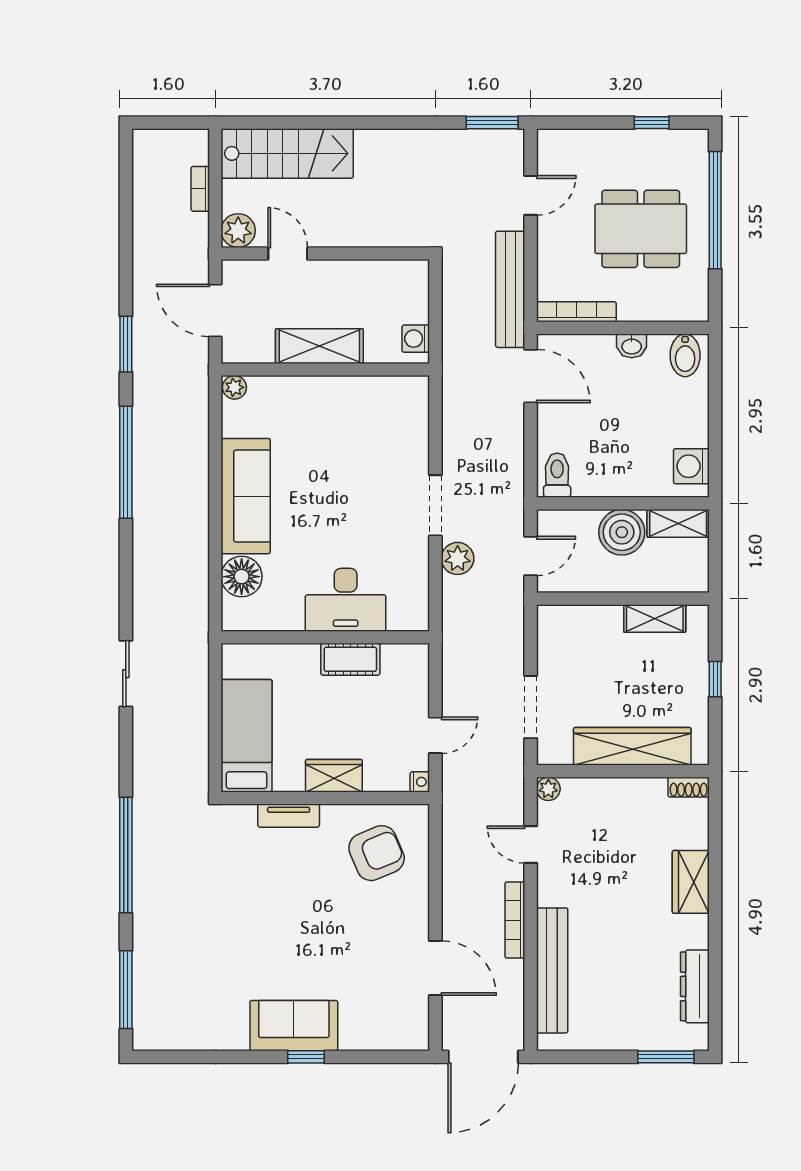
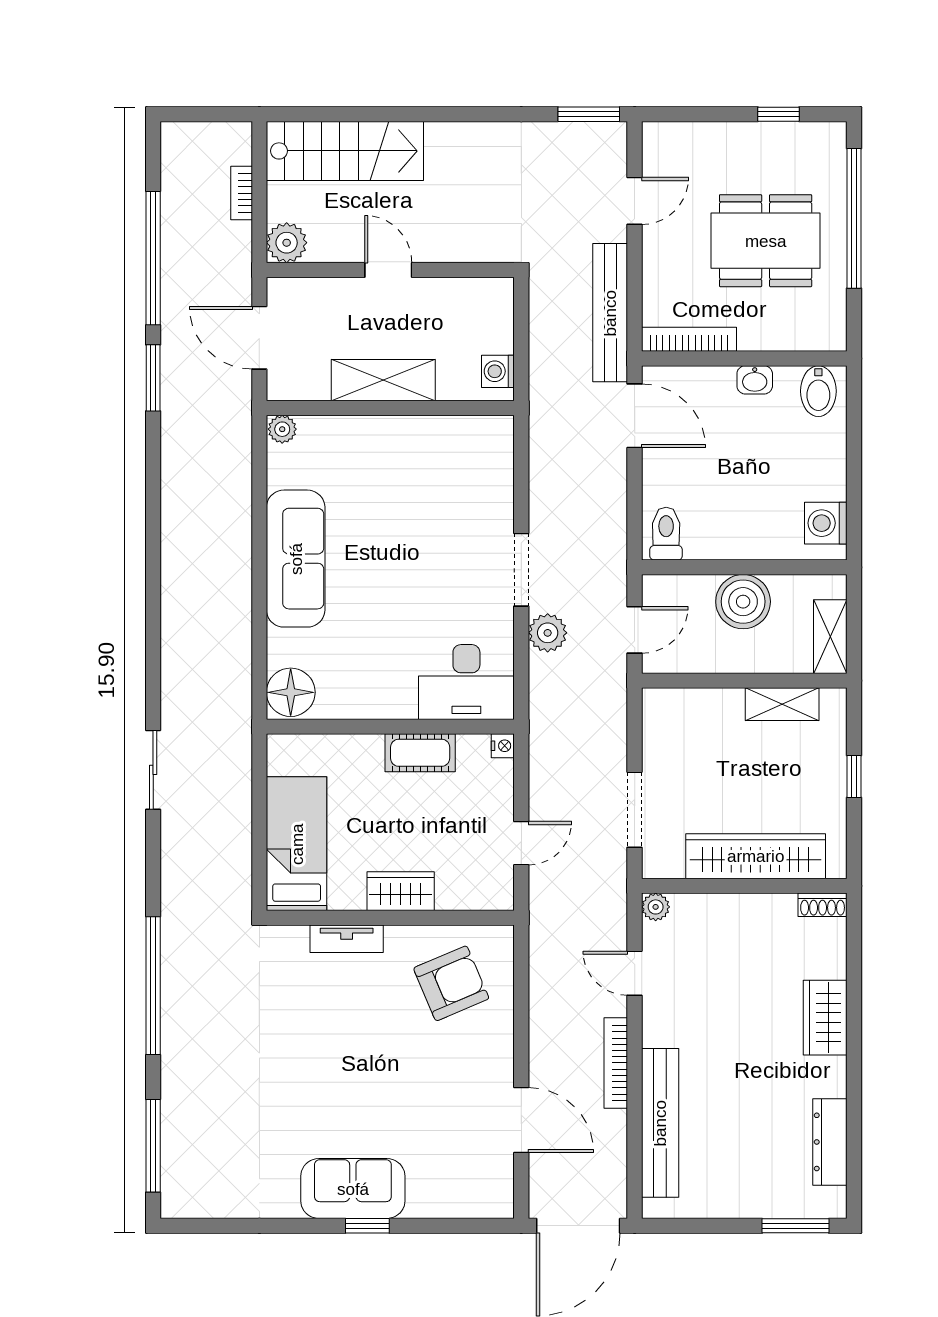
door: (288, 253) -> (388, 270), moved
window: (126, 462) -> (153, 258), moved
shelving: (678, 523) -> (830, 637), moved, turned 90
floor lamp: (242, 577) -> (291, 692), moved
desk: (346, 600) -> (466, 682), moved
nightstand: (420, 782) -> (503, 746), moved

